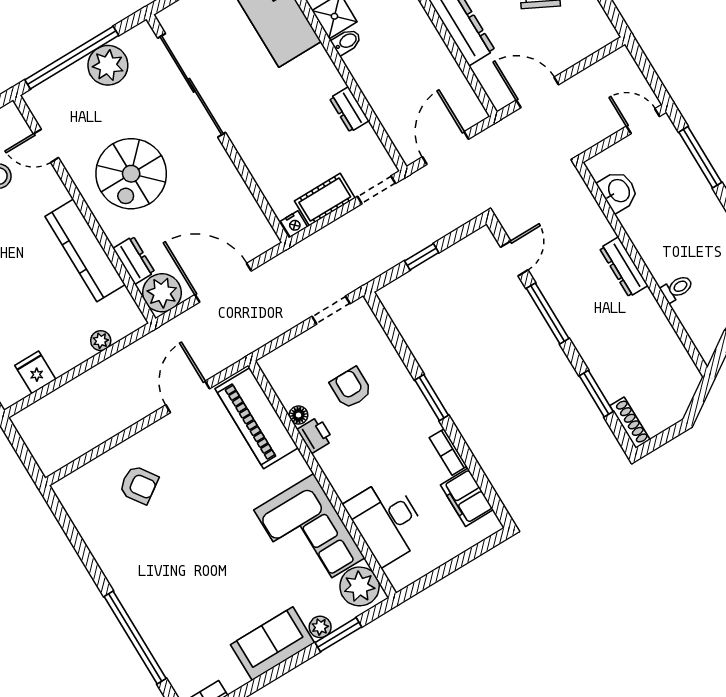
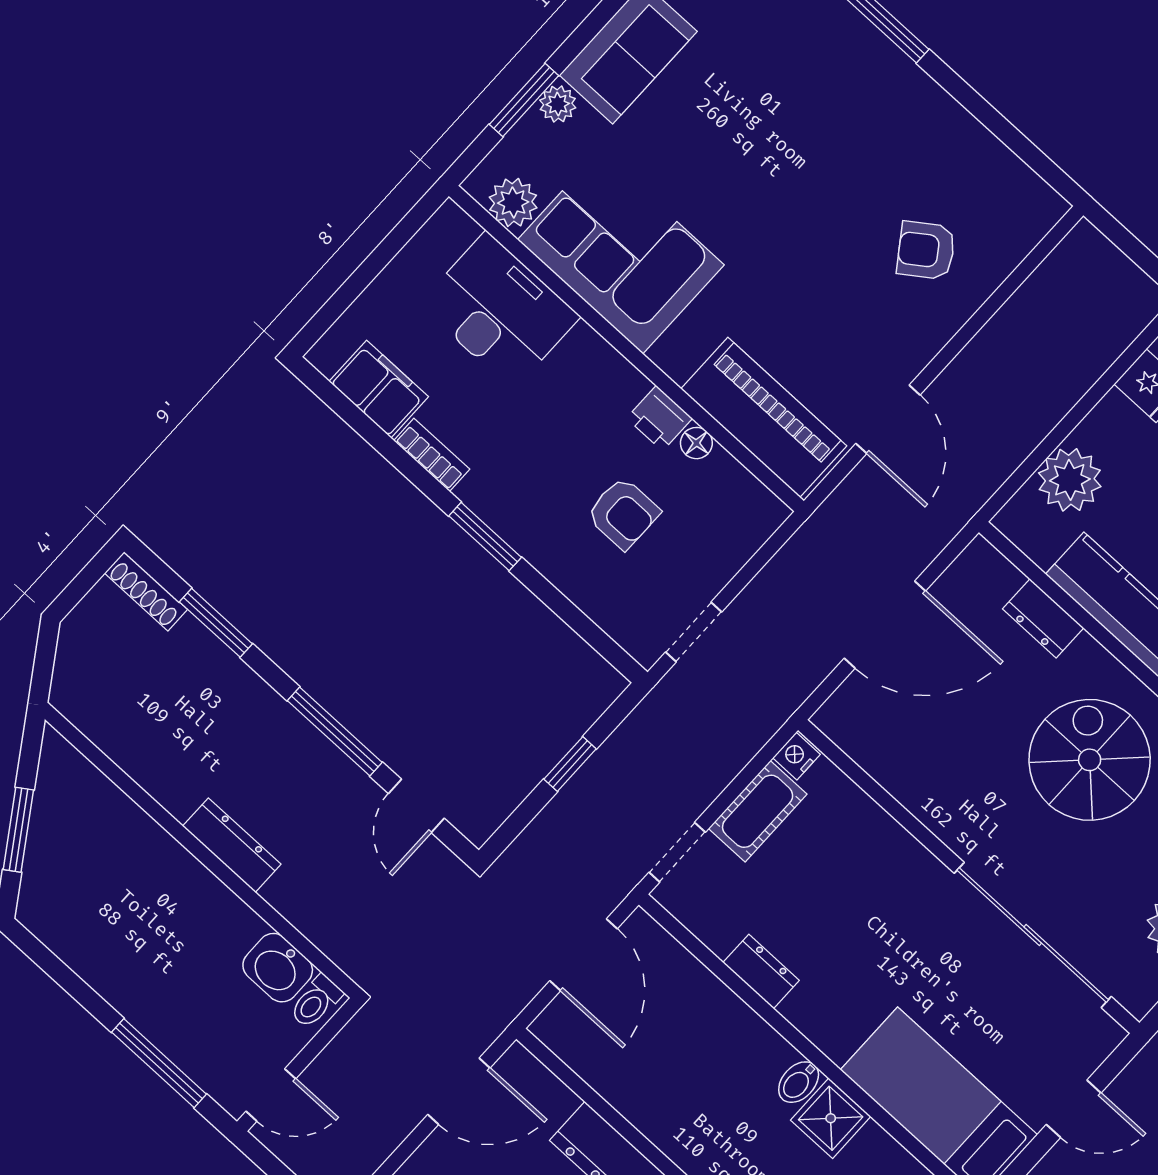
toilet: (677, 288) -> (316, 1002), moved
plant: (162, 293) -> (981, 578), removed
plant: (101, 341) -> (1070, 480), width x1.87, depth x1.87
plant: (360, 586) -> (513, 203), width x0.73, depth x0.73

